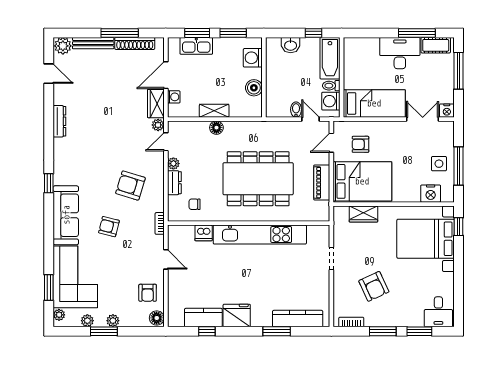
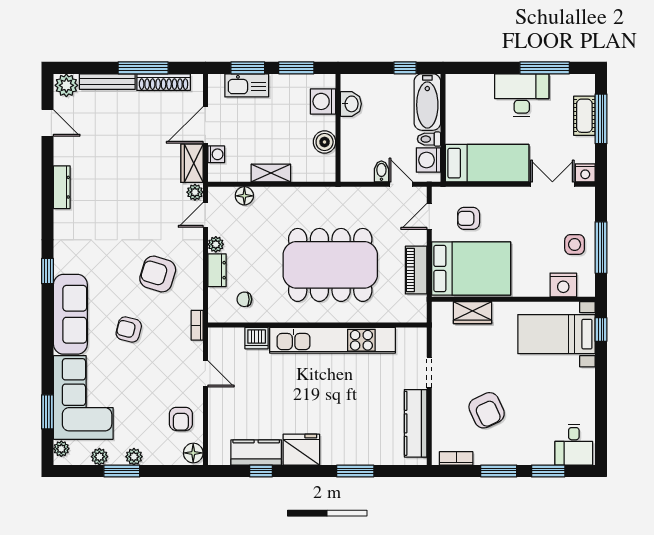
washbasin: (291, 45) -> (351, 104), moved, turned -90
cot: (436, 45) -> (584, 116), moved, turned 90
floor lamp: (216, 128) -> (244, 196), moved
bed with nightstands: (426, 239) -> (556, 334), width x0.73
kitchen counter: (298, 319) -> (416, 423), moved, turned -90

